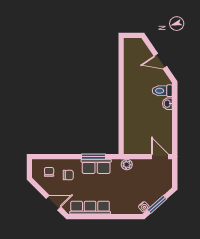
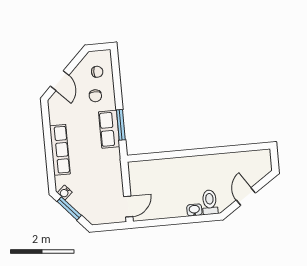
plant: (127, 165) -> (115, 167), removed
row of seats: (90, 208) -> (60, 150), moved

